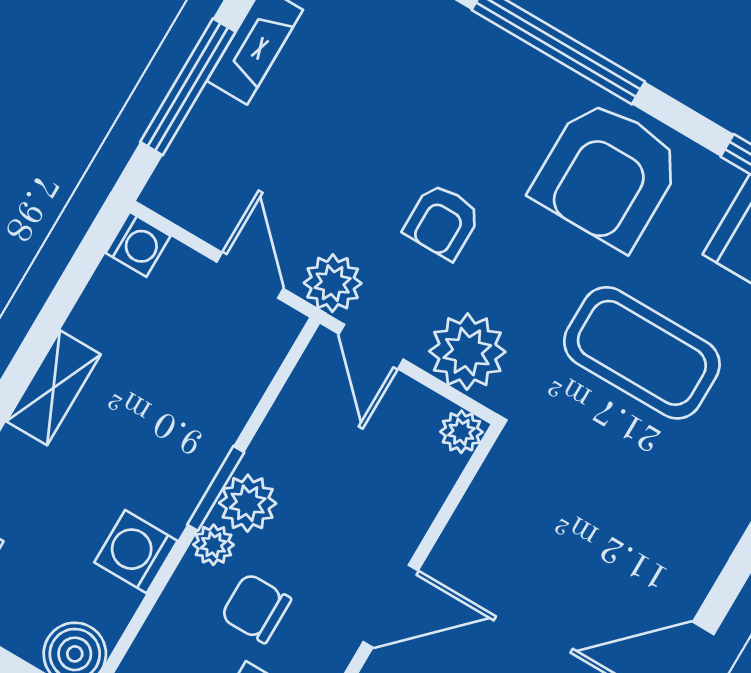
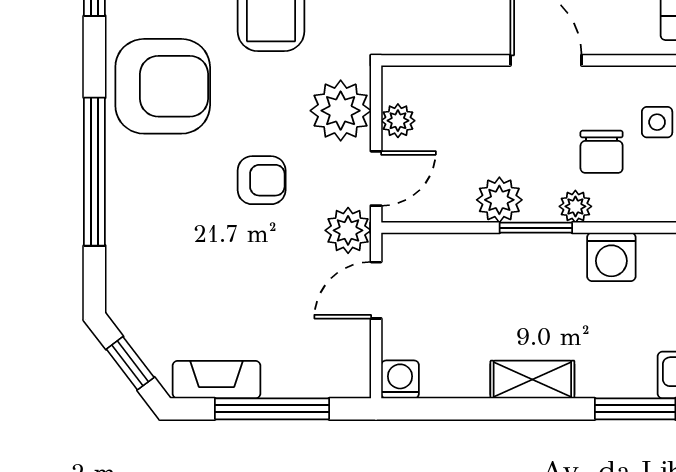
plant: (461, 432) -> (398, 121), moved
plant: (248, 503) -> (499, 200), moved

